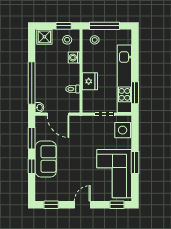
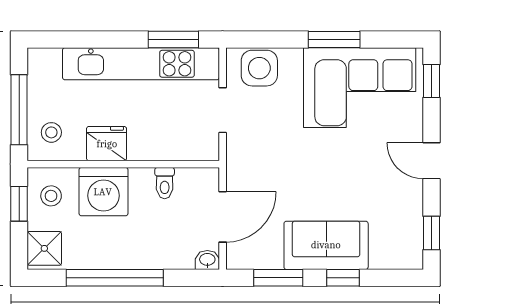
washing machine: (74, 58) -> (103, 192), width x1.89, depth x1.89
fridge: (90, 81) -> (107, 144), moved
window: (32, 83) -> (115, 278), moved

